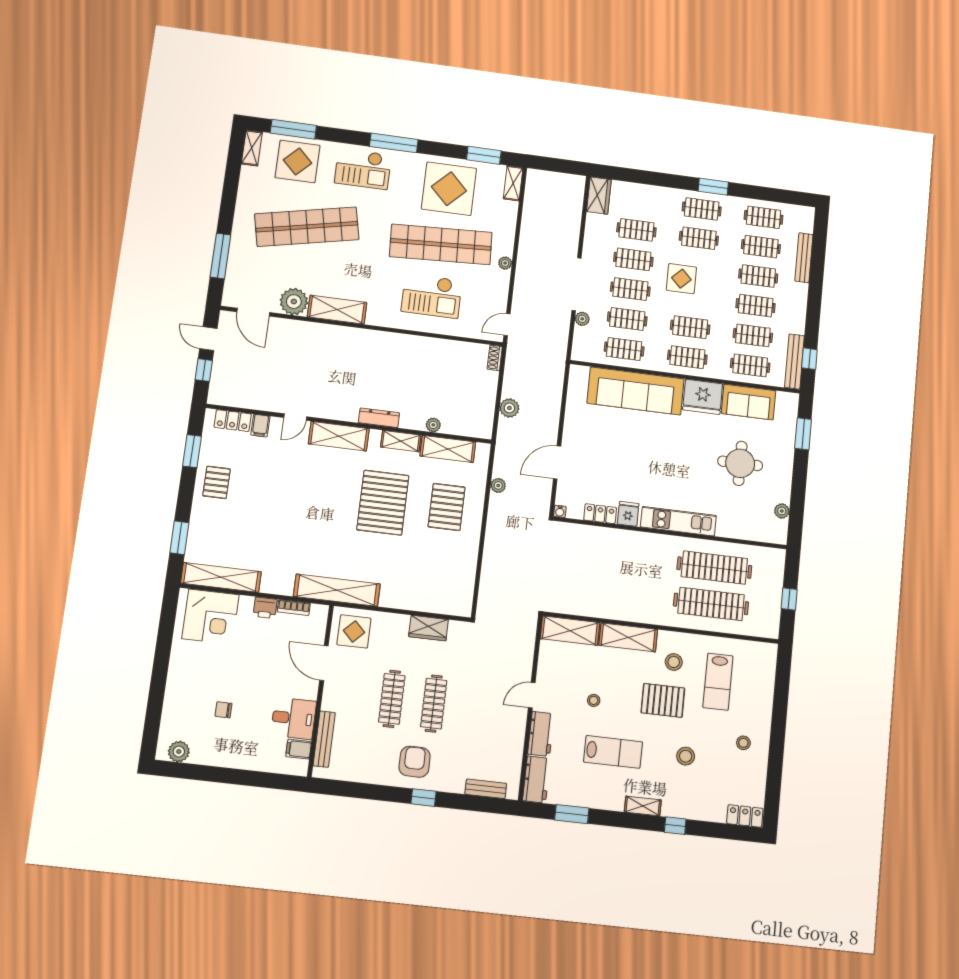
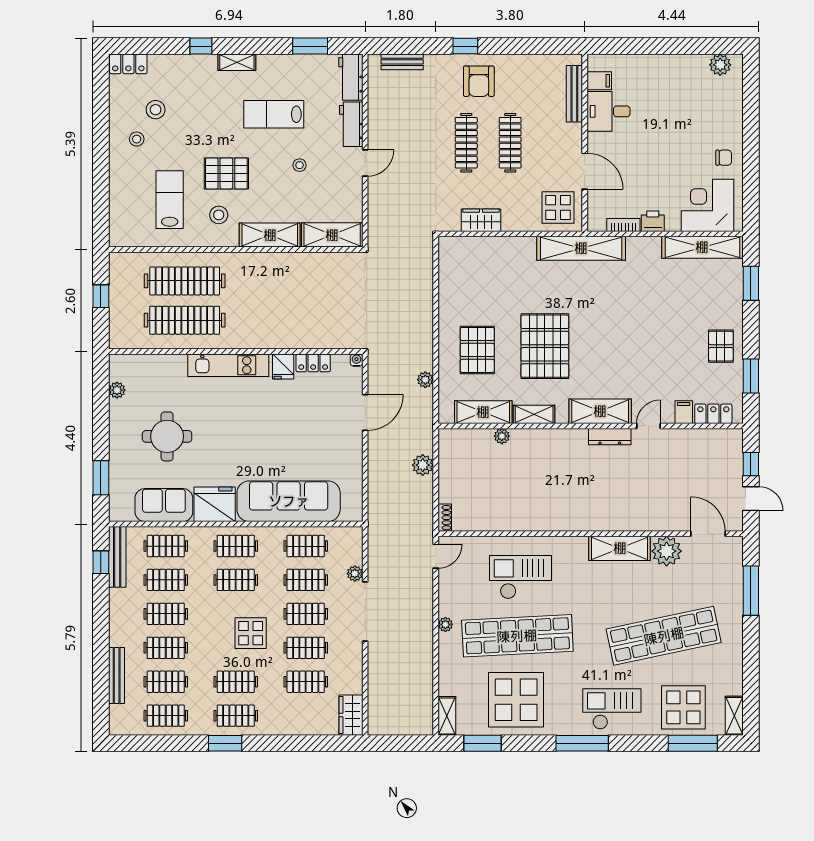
dresser: (379, 418) -> (610, 437), moved
chair: (223, 710) -> (724, 158), moved
stool: (686, 756) -> (156, 110), moved

